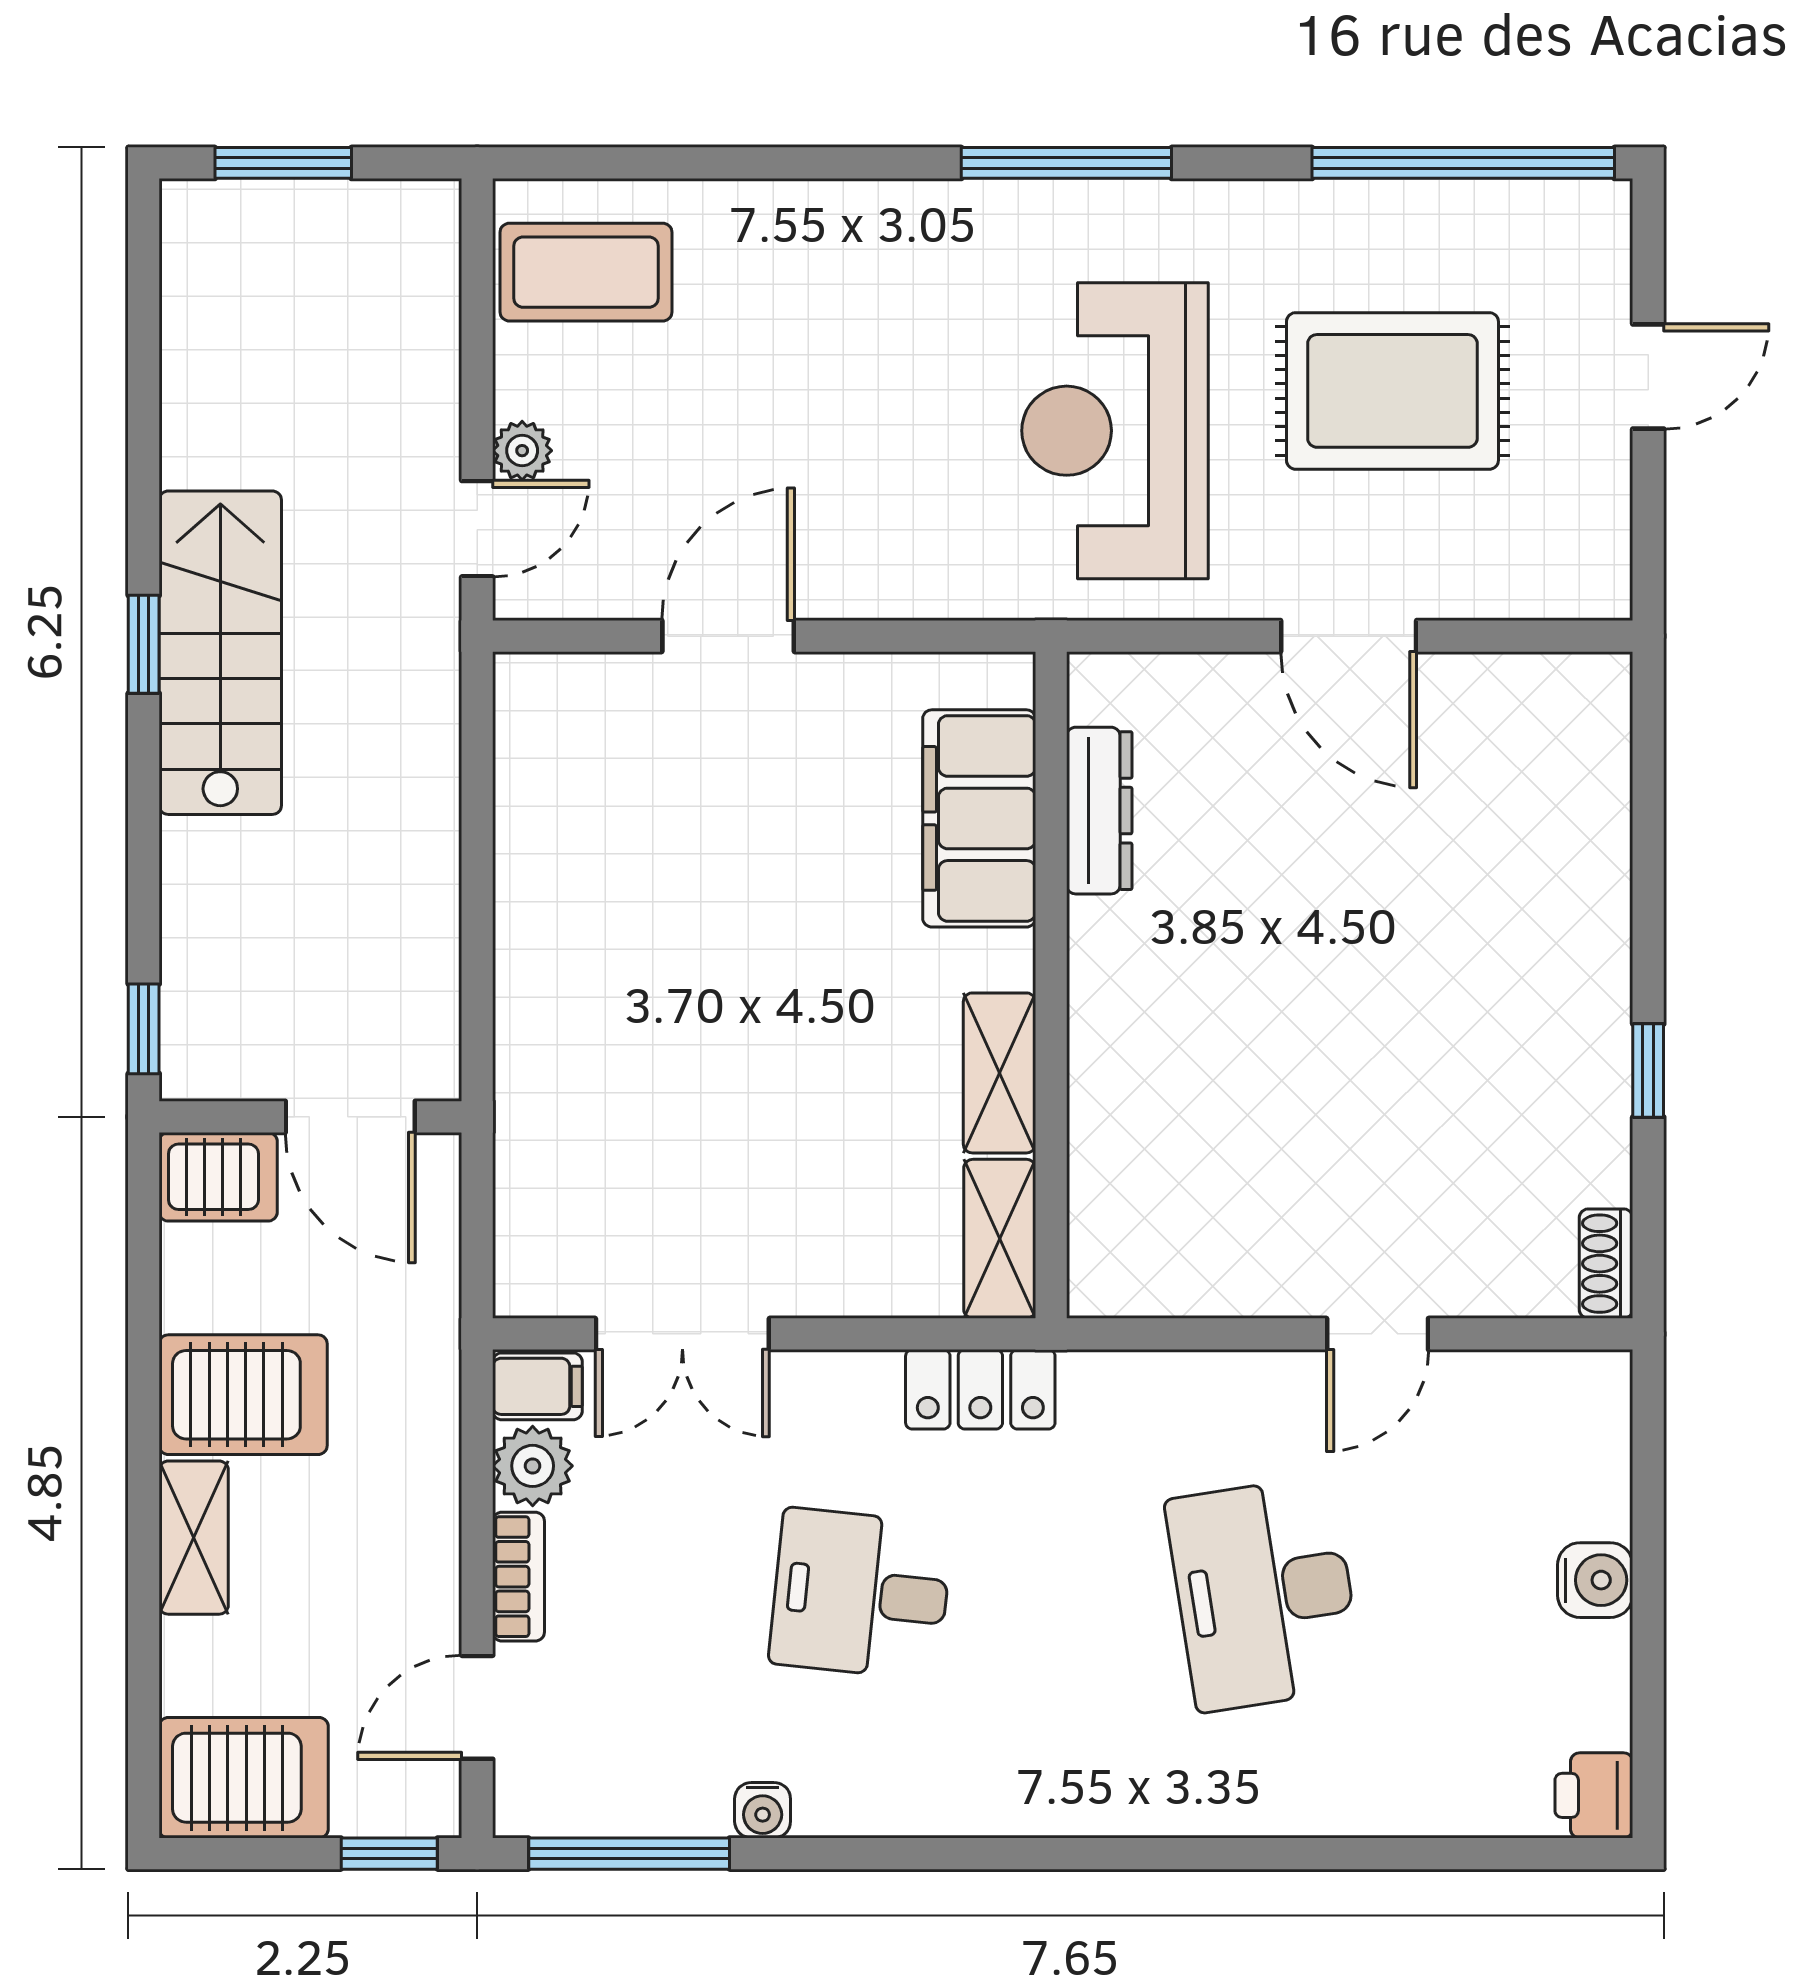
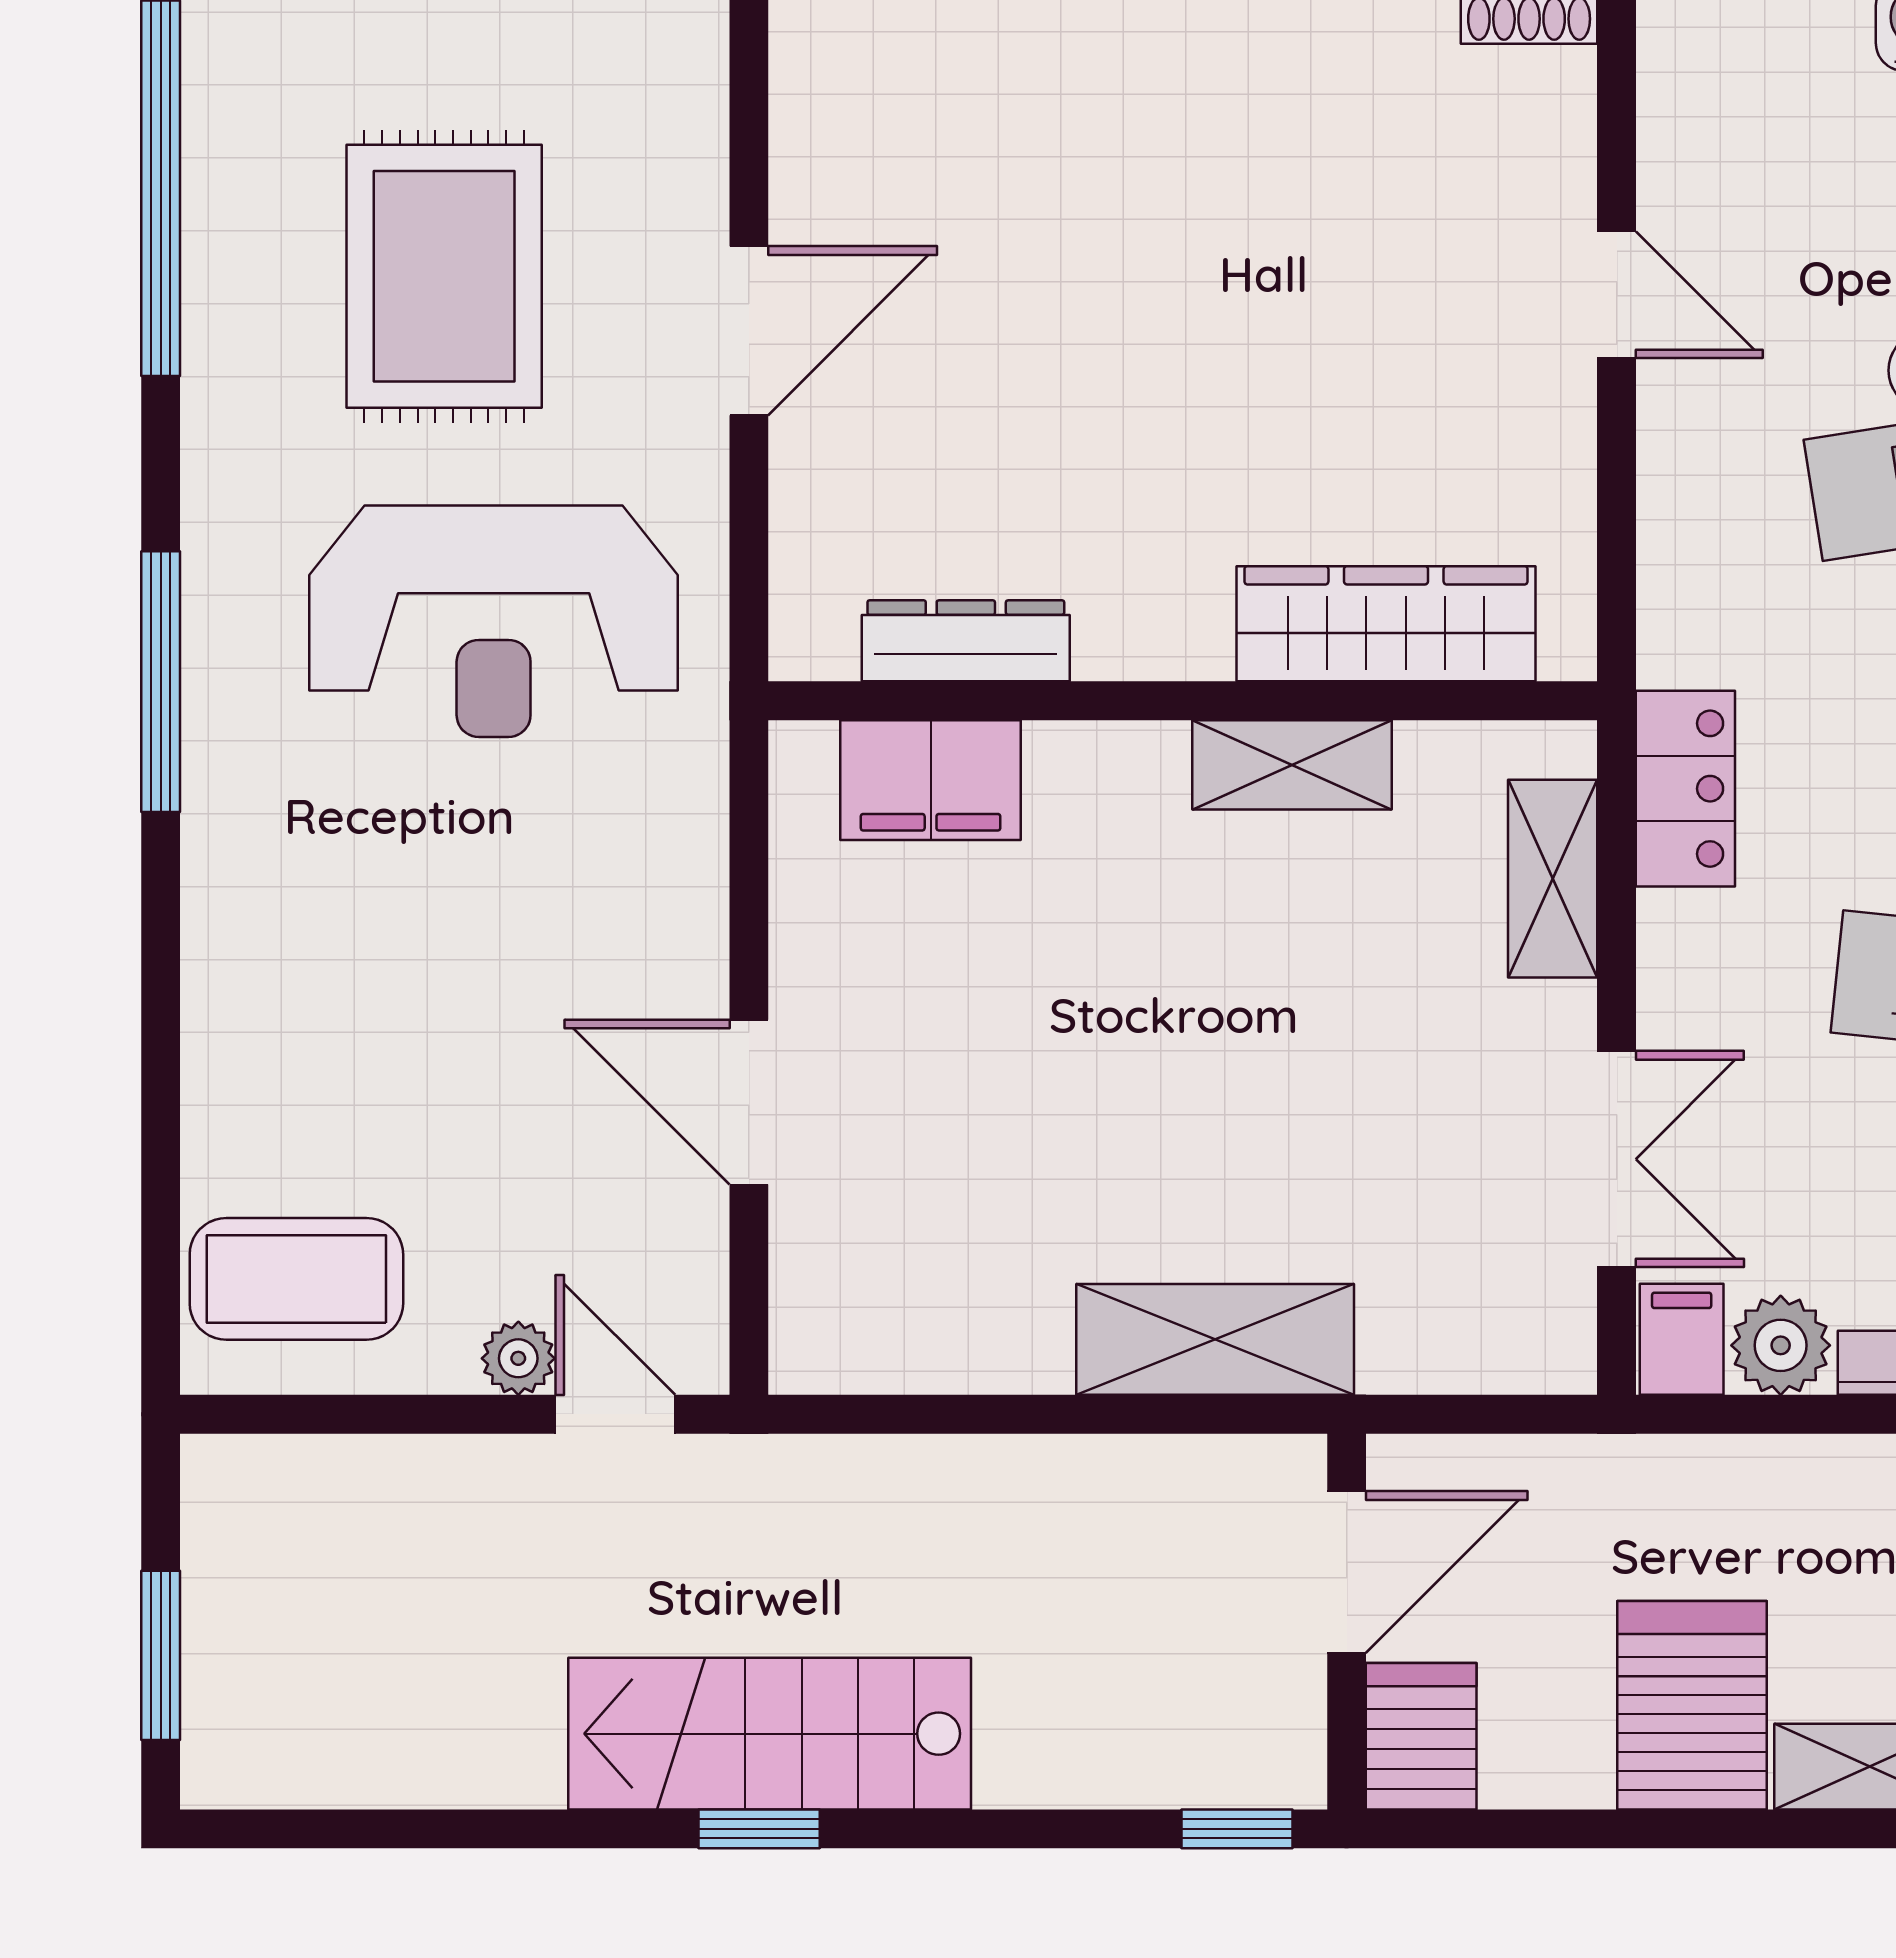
coffee table: (586, 272) -> (296, 1279), turned 90
filing cabinet: (979, 818) -> (931, 780), width x0.67, depth x0.86
shelving: (537, 1011) -> (1215, 1339), added
wardrobe: (1113, 1149) -> (1386, 624), added
shelving: (1000, 1239) -> (1553, 879), moved, turned 90

